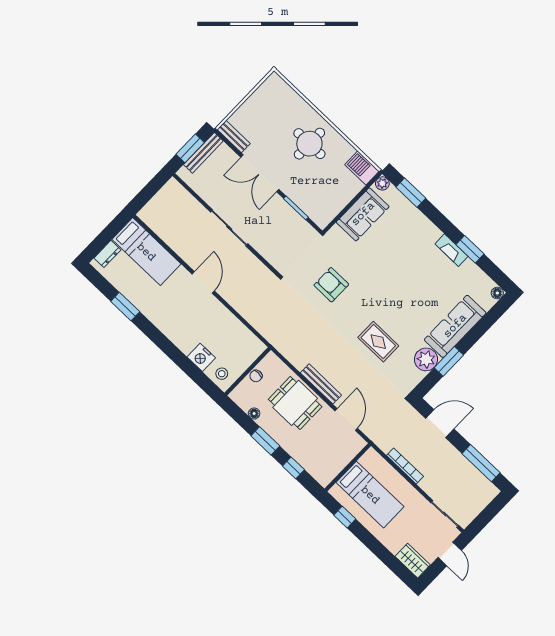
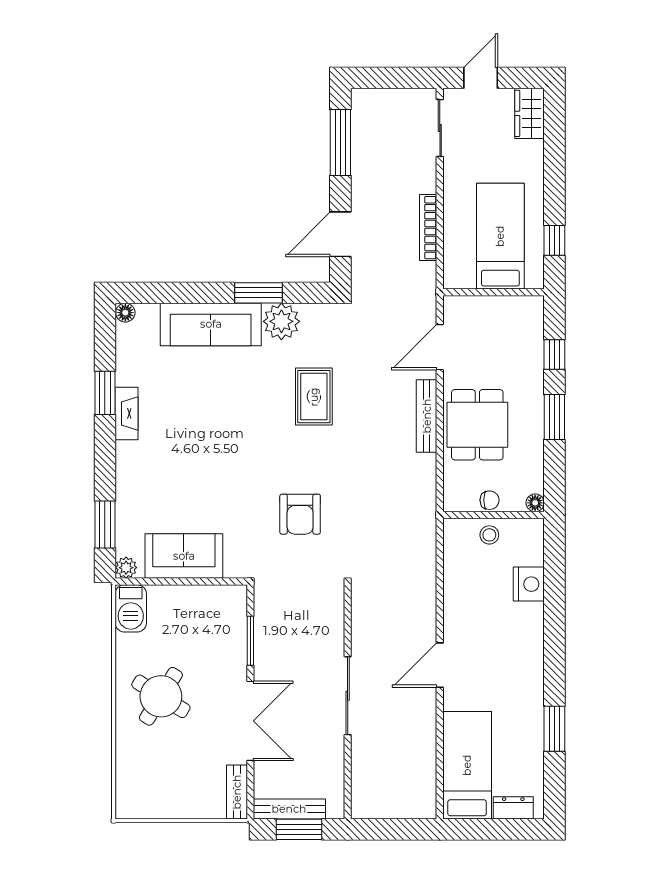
round table: (309, 144) -> (161, 696), turned 32
stool: (222, 374) -> (489, 535), moved
floor lamp: (254, 414) -> (535, 503), moved
door: (440, 424) -> (340, 234), hinge flipped

